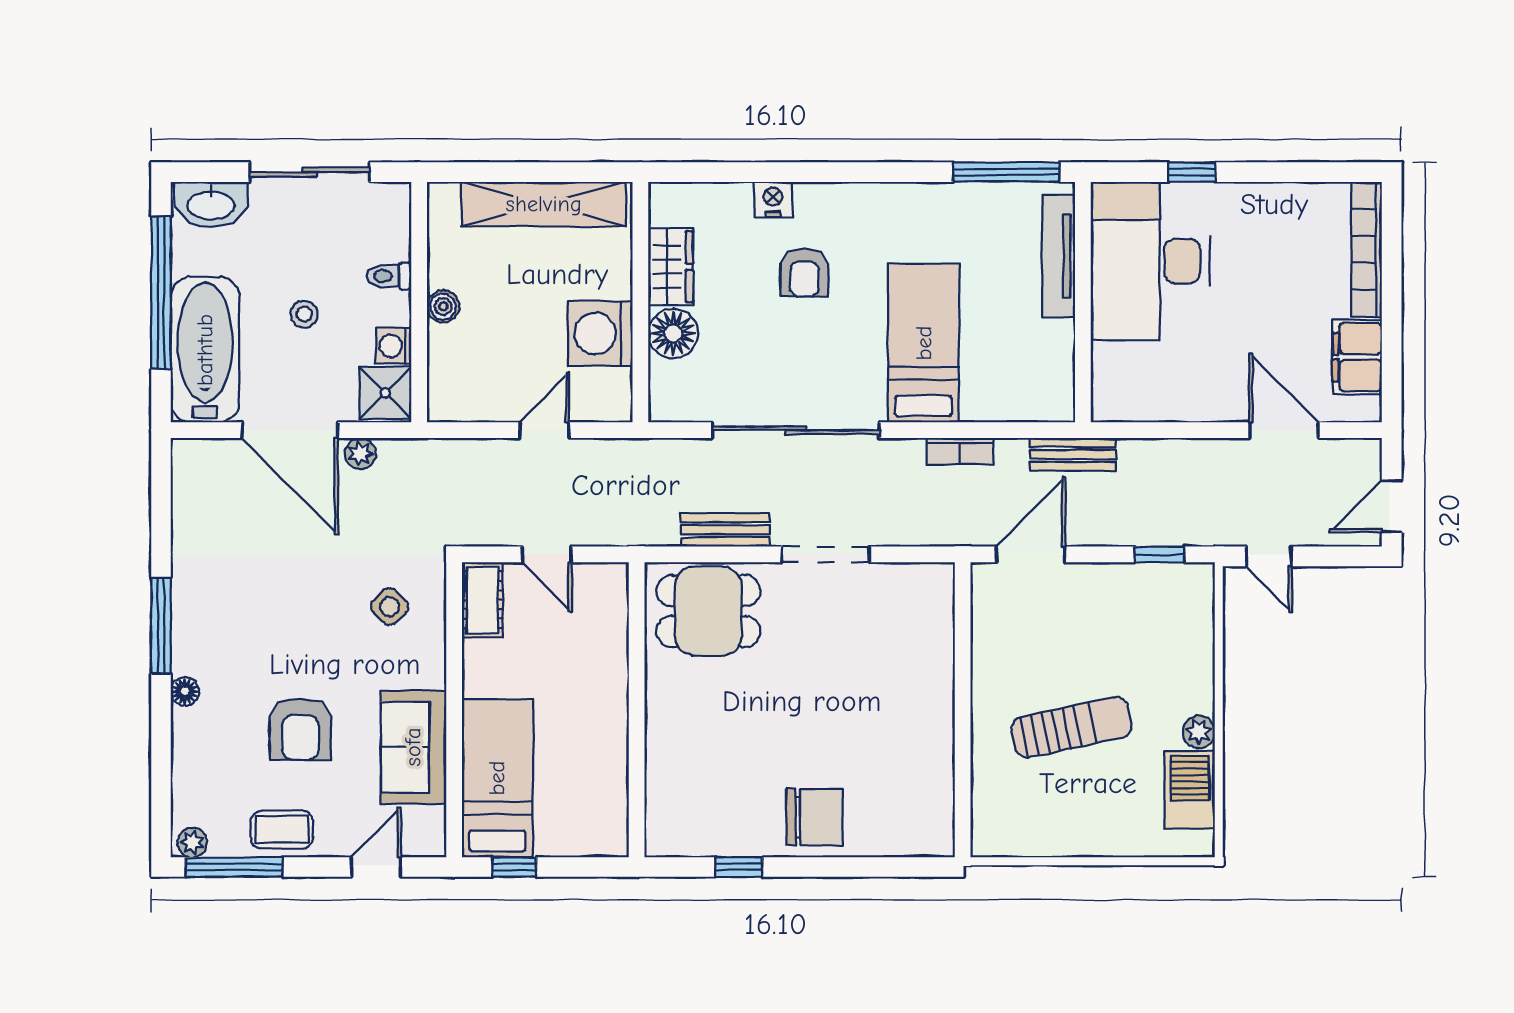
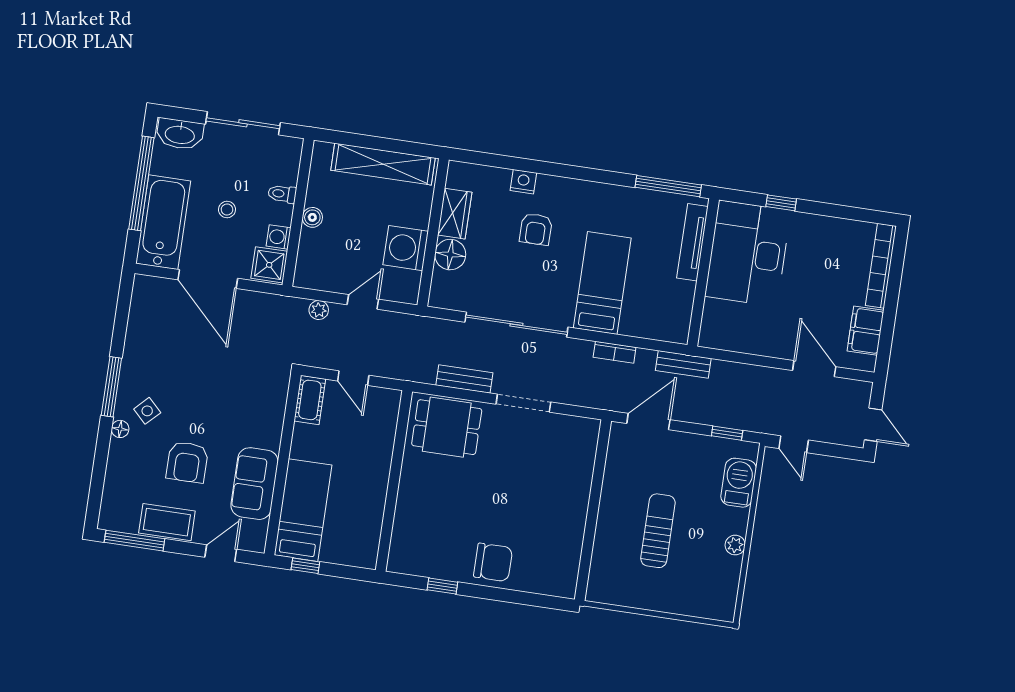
plant: (360, 454) -> (319, 310), moved
door: (1392, 506) -> (873, 425), swing flipped
side table: (390, 607) -> (147, 411), moved
sun lounger: (1072, 727) -> (658, 531), turned -78
barbecue: (1190, 790) -> (739, 483), moved
coffee table: (282, 830) -> (167, 522), width x1.36, depth x1.30
plant: (192, 842) -> (111, 522), removed

